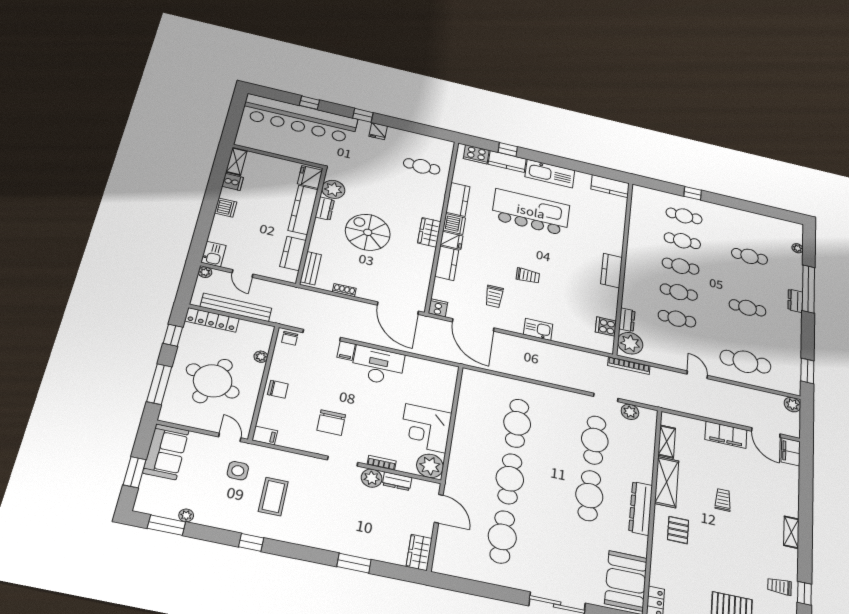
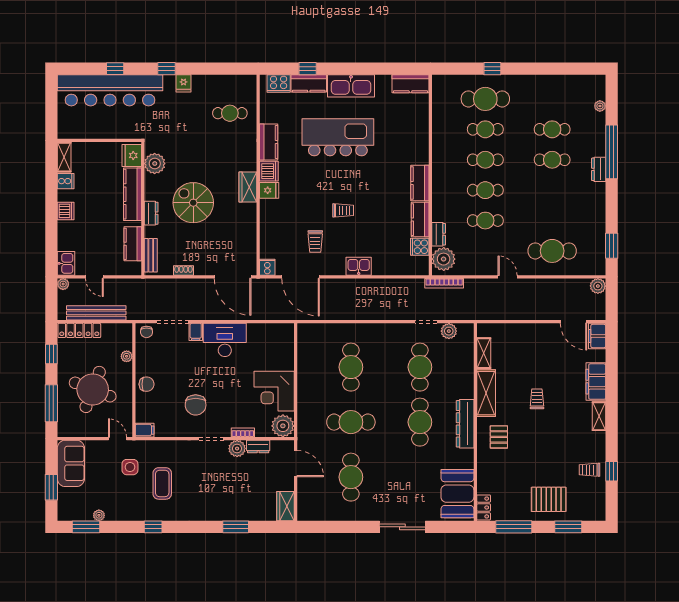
dresser: (325, 209) -> (151, 213), moved
cafe table: (684, 216) -> (485, 99), width x1.37, depth x1.35
kitchen counter: (447, 263) -> (420, 220), moved, turned 180
cafe table: (747, 308) -> (552, 160), moved
filing cabinet: (726, 435) -> (596, 382), moved, turned 90
cafe table: (510, 479) -> (351, 422), turned 90

